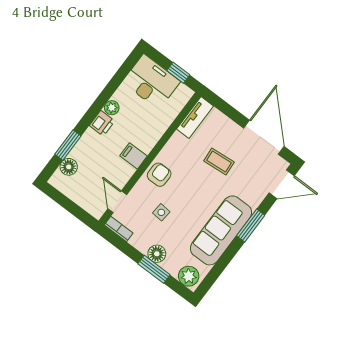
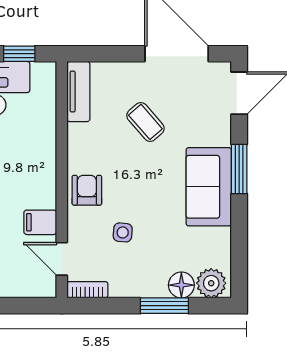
filing cabinet: (134, 156) -> (40, 222), moved
coffee table: (219, 162) -> (145, 122), turned 54
sofa: (221, 230) -> (209, 187), width x0.73
floor lamp: (157, 254) -> (181, 285), moved

